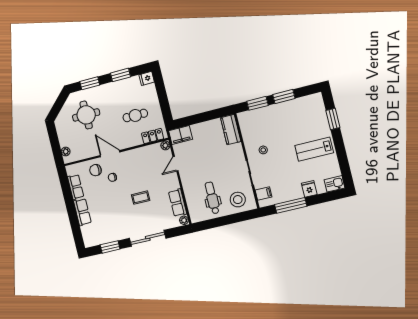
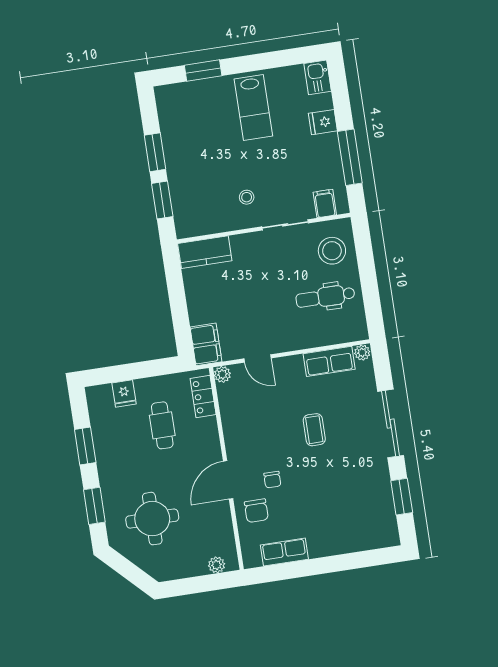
fridge: (147, 78) -> (124, 393), moved
row of seats: (82, 212) -> (333, 544), removed

